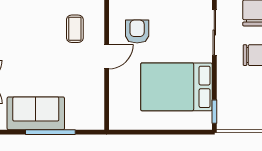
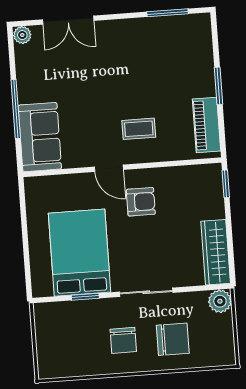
window: (214, 112) -> (85, 297), moved
sofa: (36, 113) -> (40, 137), moved

